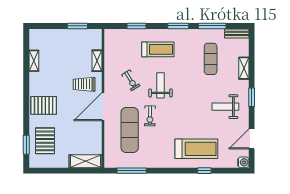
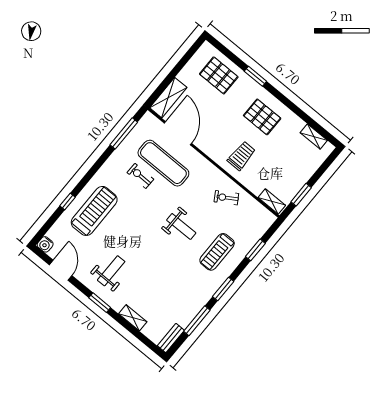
exercise mat: (211, 59) -> (167, 294), removed
shelving: (34, 61) -> (314, 136), moved
shelving: (97, 61) -> (272, 201), moved
exercise bike: (131, 80) -> (226, 198), moved
pallet: (44, 105) -> (262, 117), moved, turned 90
door: (103, 107) -> (178, 133), moved
exercise bike: (150, 116) -> (140, 176), moved
window: (26, 145) -> (255, 76), moved
treadmill: (196, 149) -> (94, 211), turned 180

